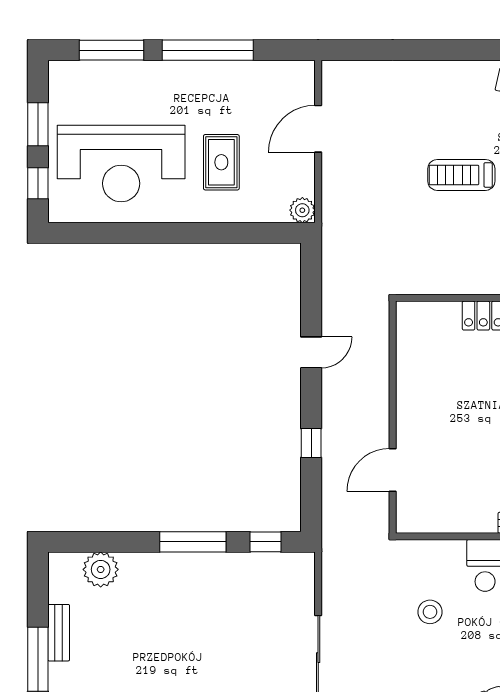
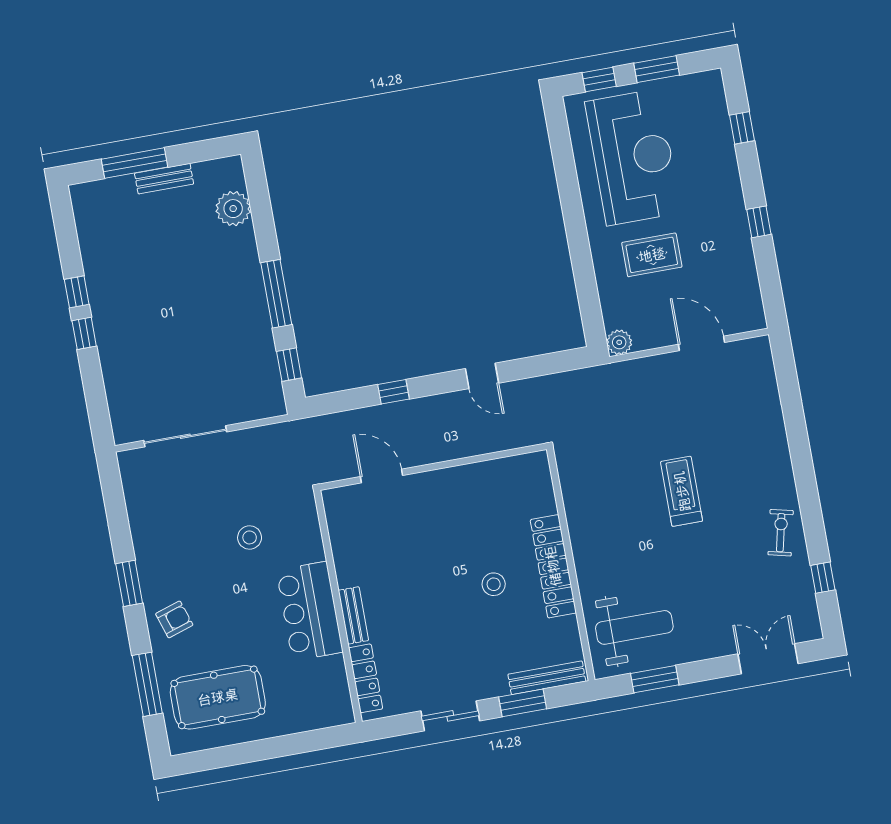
window: (111, 50) -> (742, 128), width x0.46
window: (208, 50) -> (759, 222), width x0.32
reception desk: (121, 164) -> (633, 157), turned 180

